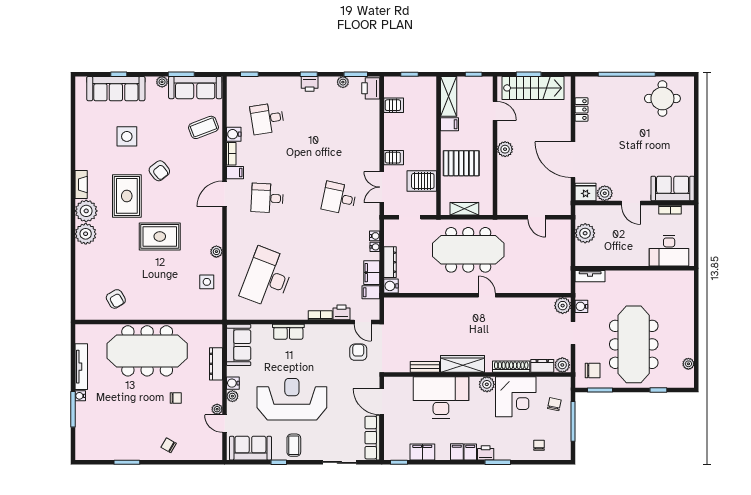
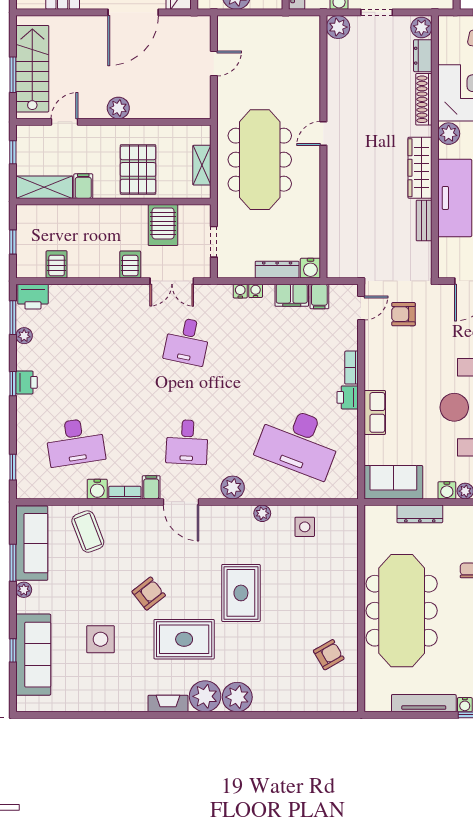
desk: (267, 118) -> (75, 442), width x1.37
plant: (235, 231) -> (233, 487), added
printer: (341, 312) -> (348, 397), moved

